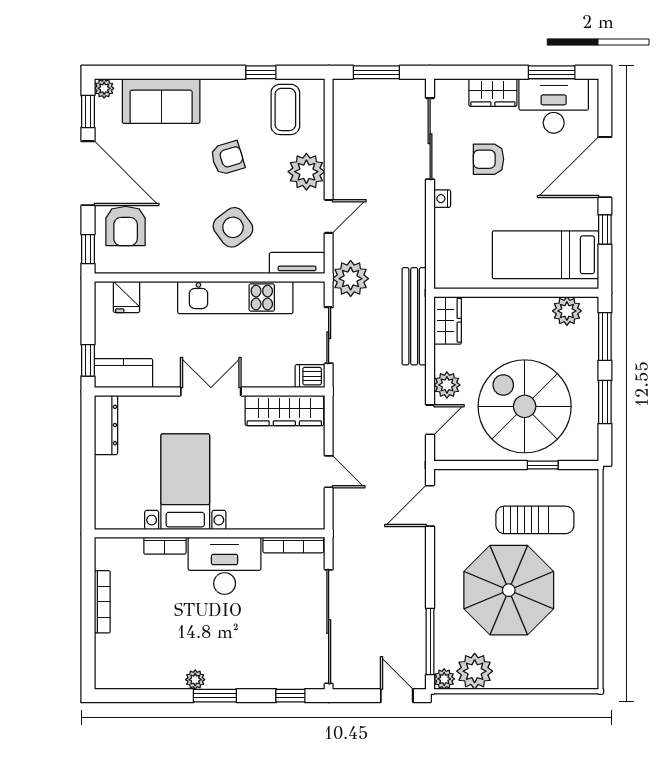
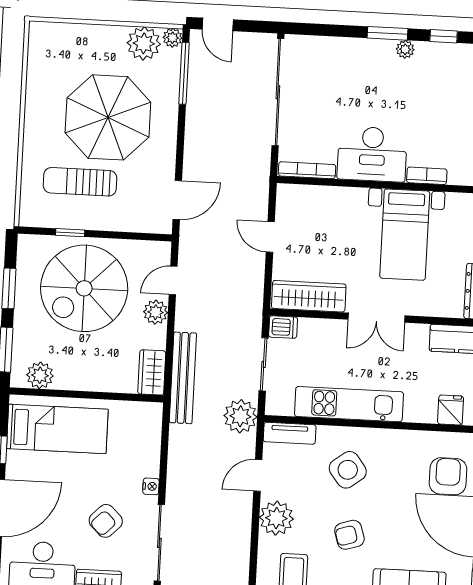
armchair: (488, 159) -> (106, 521), turned 135
spiral stairs: (525, 406) -> (84, 288), turned 90
window: (290, 696) -> (444, 36), moved

